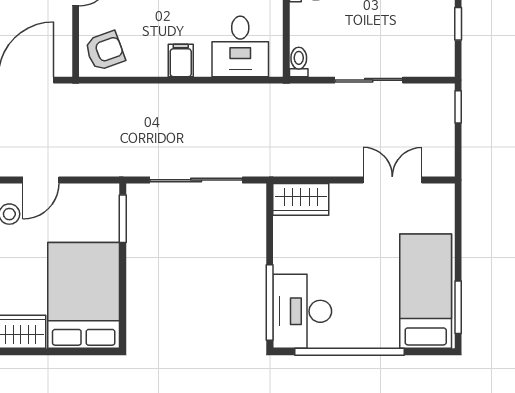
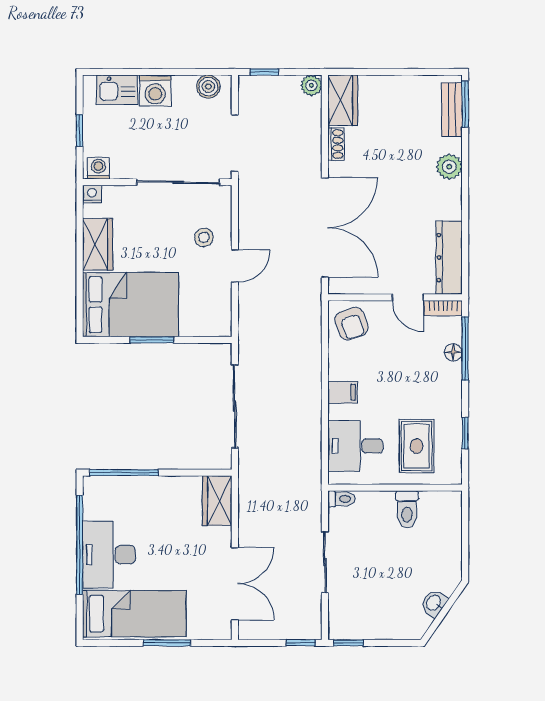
window: (458, 24) -> (349, 643), moved
door: (41, 180) -> (235, 266), swing flipped
double door: (392, 180) -> (235, 584), width x1.37
window: (123, 219) -> (152, 340), moved
window: (458, 307) -> (167, 643), moved
desk: (302, 311) -> (109, 555), moved, turned -90

